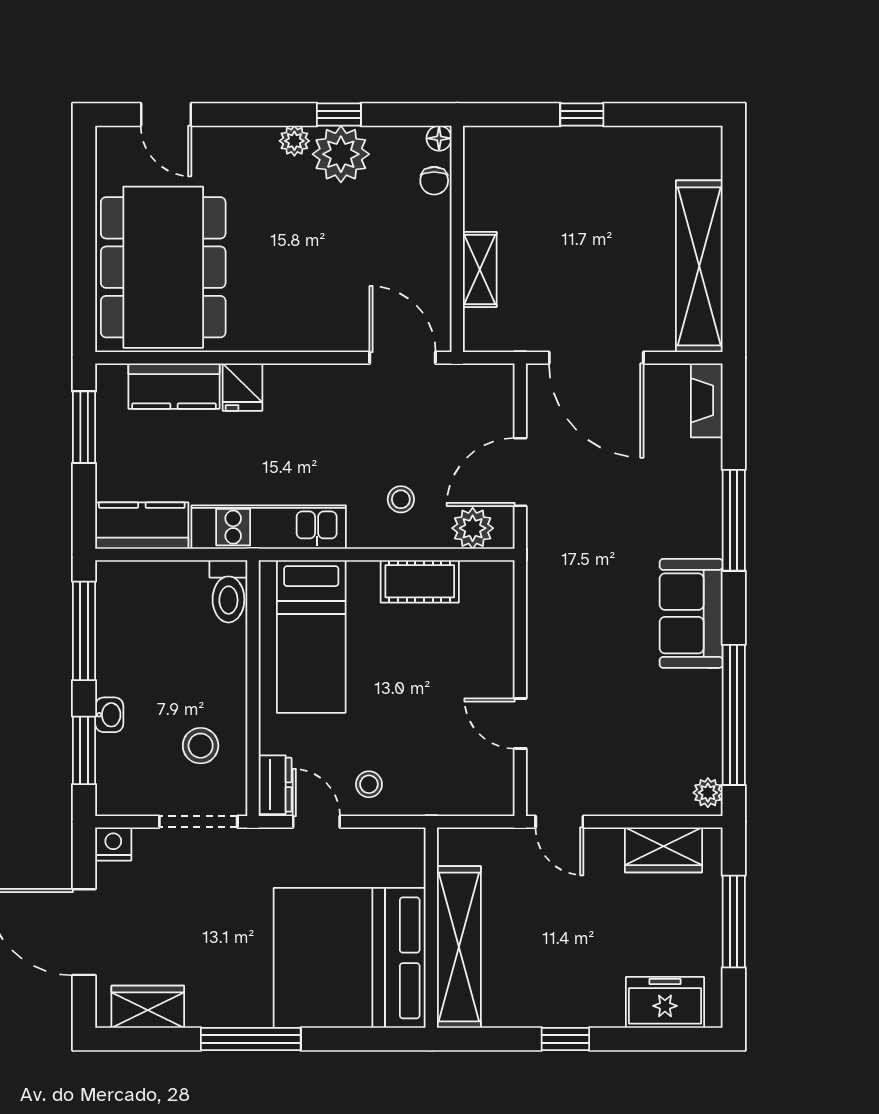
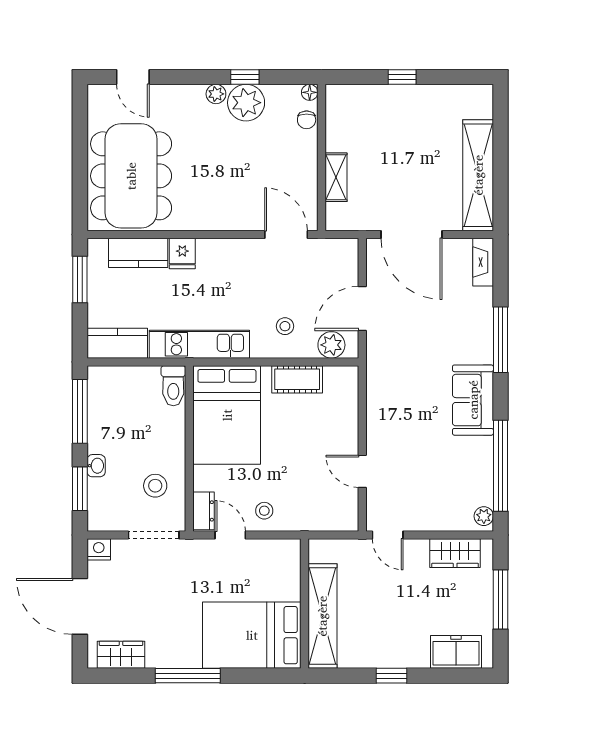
bed: (311, 636) -> (227, 415), width x1.50
bed: (350, 958) -> (252, 635), width x0.73

